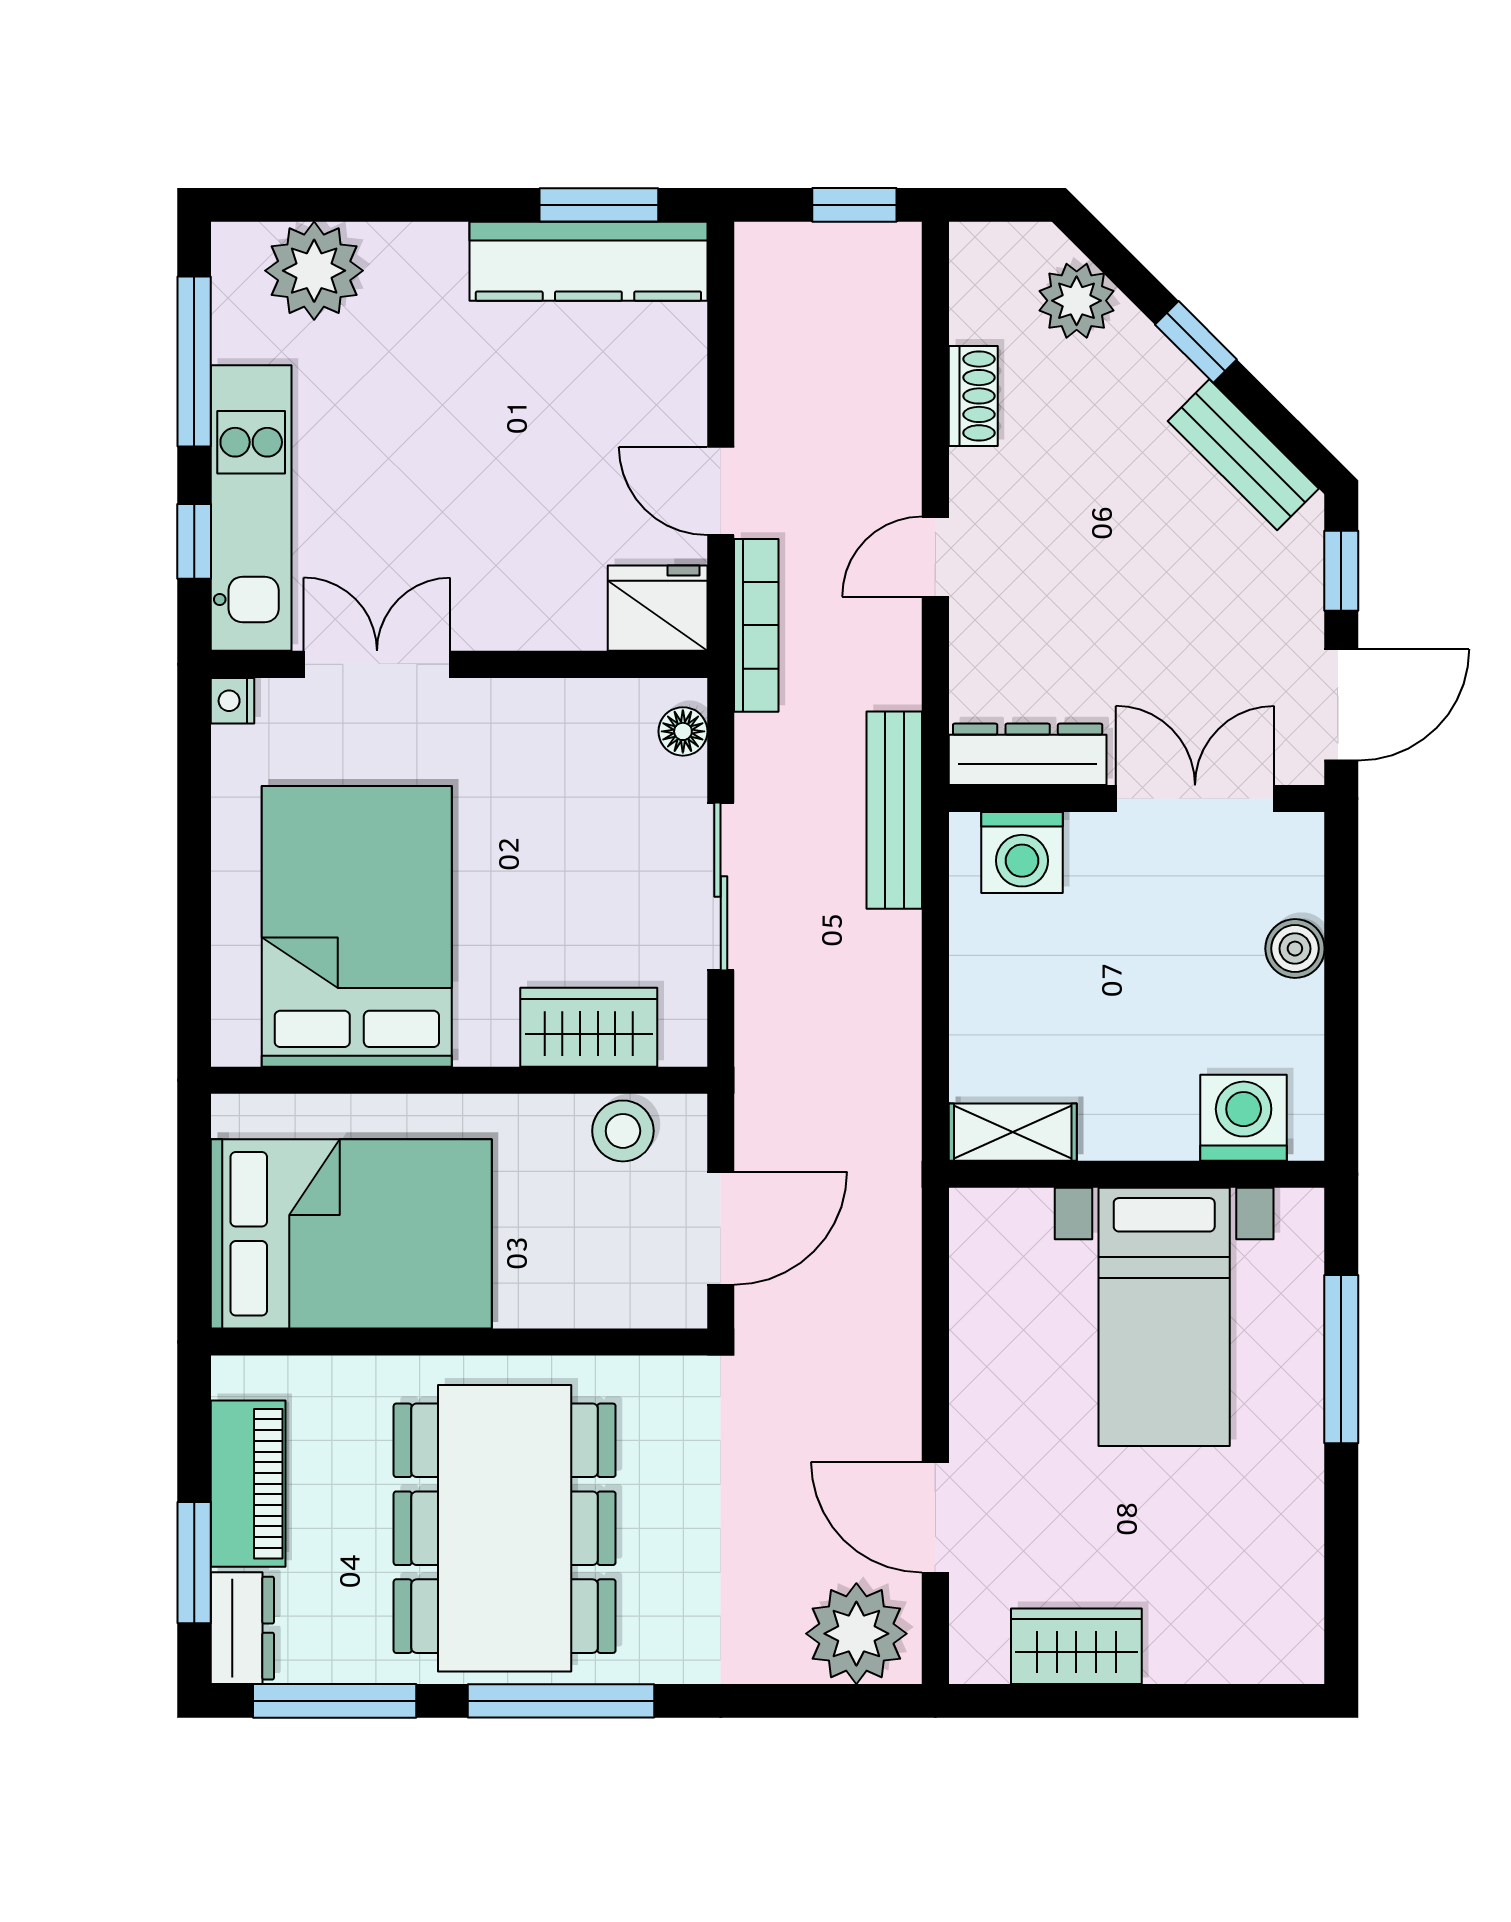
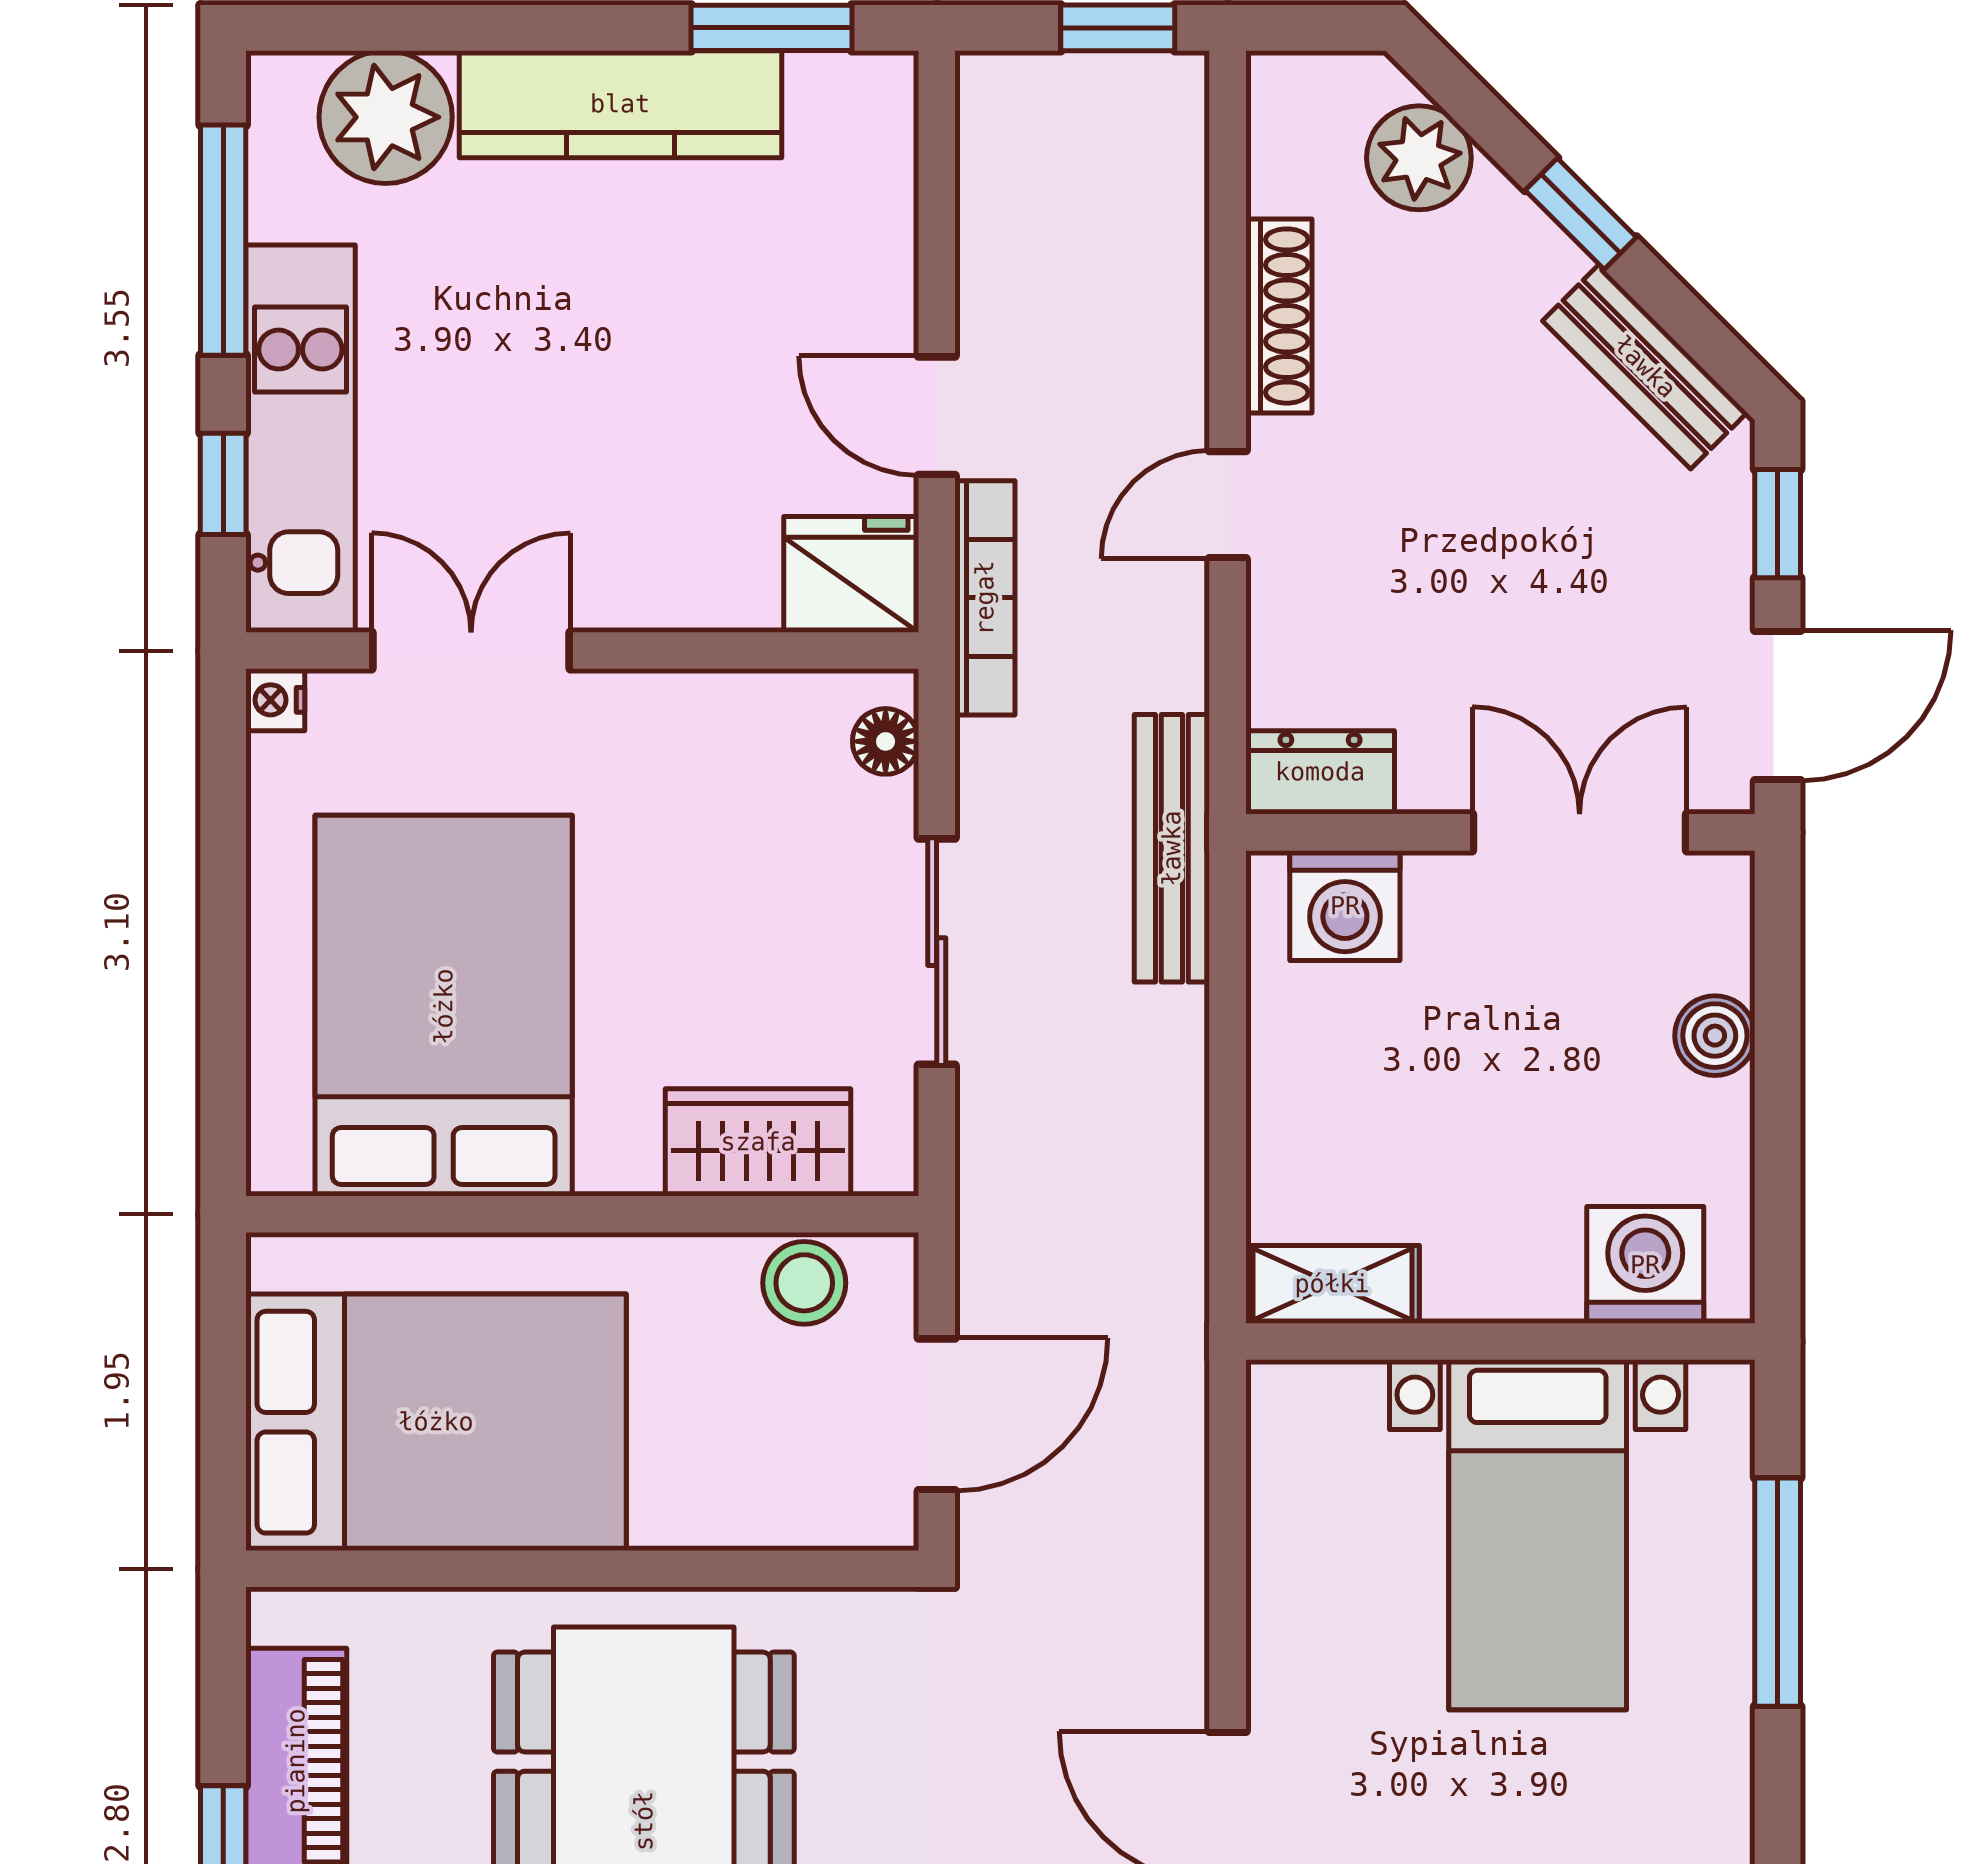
kitchen counter: (588, 261) -> (620, 104), moved
shoe rack: (973, 396) -> (1279, 316), width x1.43
dresser: (1028, 754) -> (1320, 772), width x0.70

